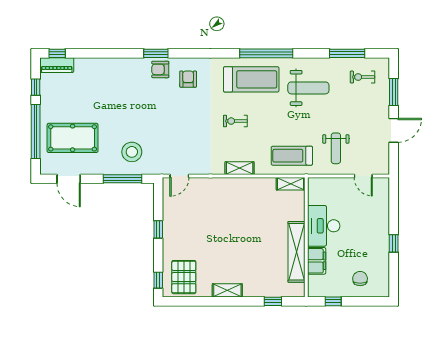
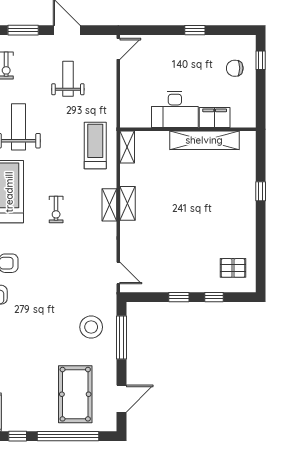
weight bench: (336, 148) -> (68, 79), moved, turned -90
treadmill: (292, 156) -> (95, 146), turned 180
door: (363, 176) -> (118, 49), moved
pallet: (184, 277) -> (233, 268), width x0.67, depth x0.71
window: (158, 280) -> (214, 297), moved
shelving: (227, 290) -> (128, 203), moved
window: (273, 301) -> (261, 191), moved
window: (333, 301) -> (261, 60), moved

